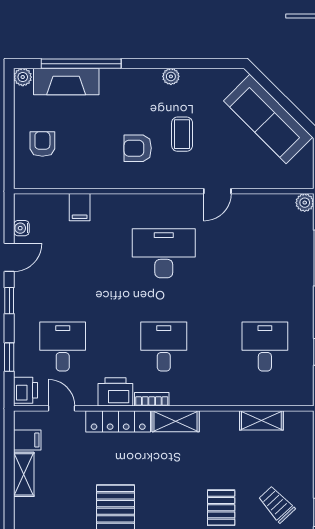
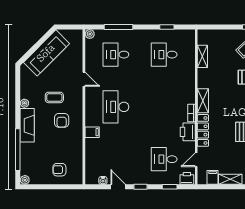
fireplace: (66, 81) -> (27, 125), moved
filing cabinet: (80, 207) -> (92, 132), moved
desk: (164, 346) -> (116, 55), moved

